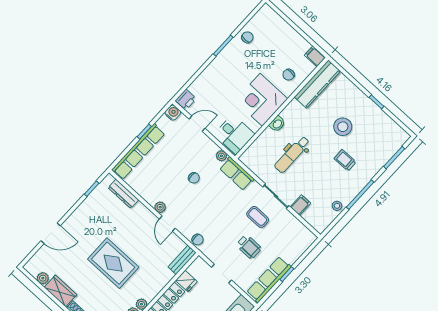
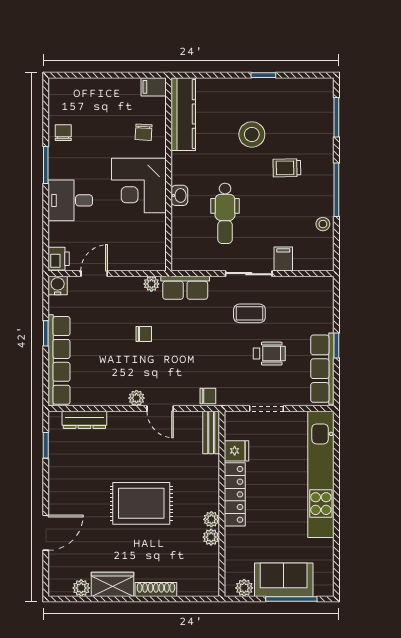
desk: (234, 134) -> (70, 200), moved, turned 180

